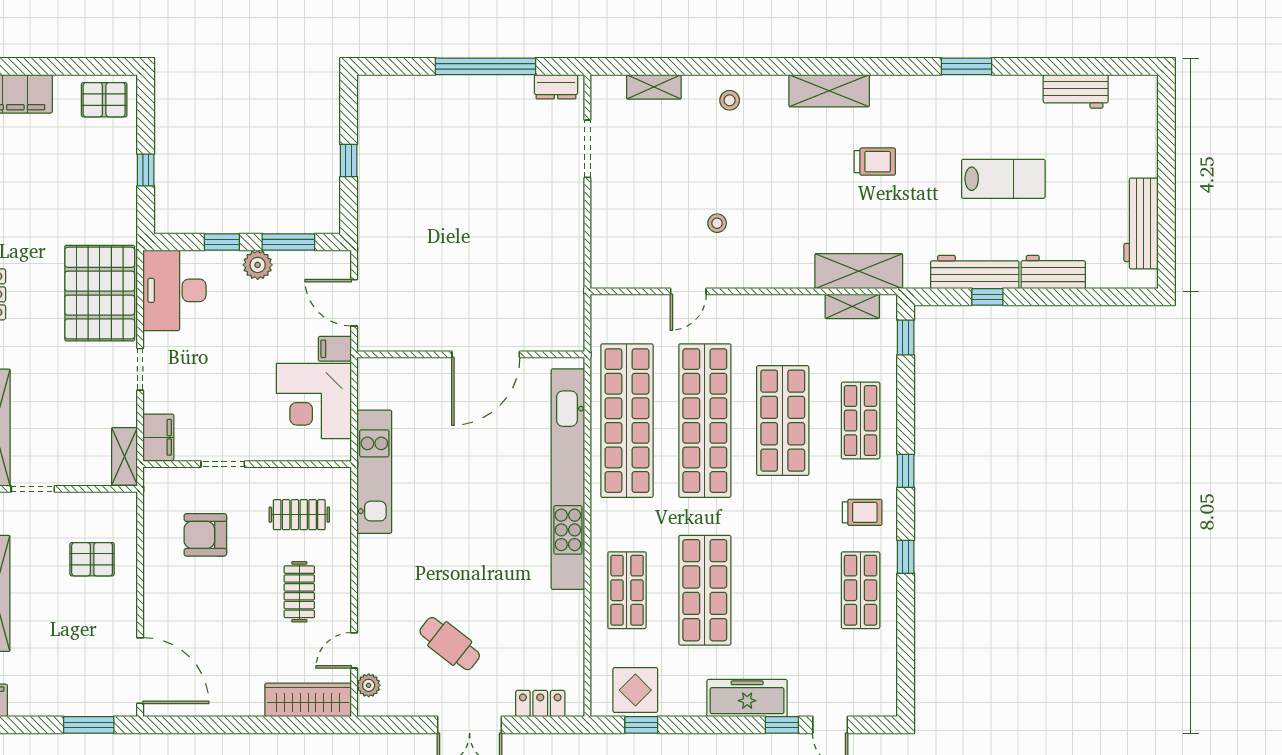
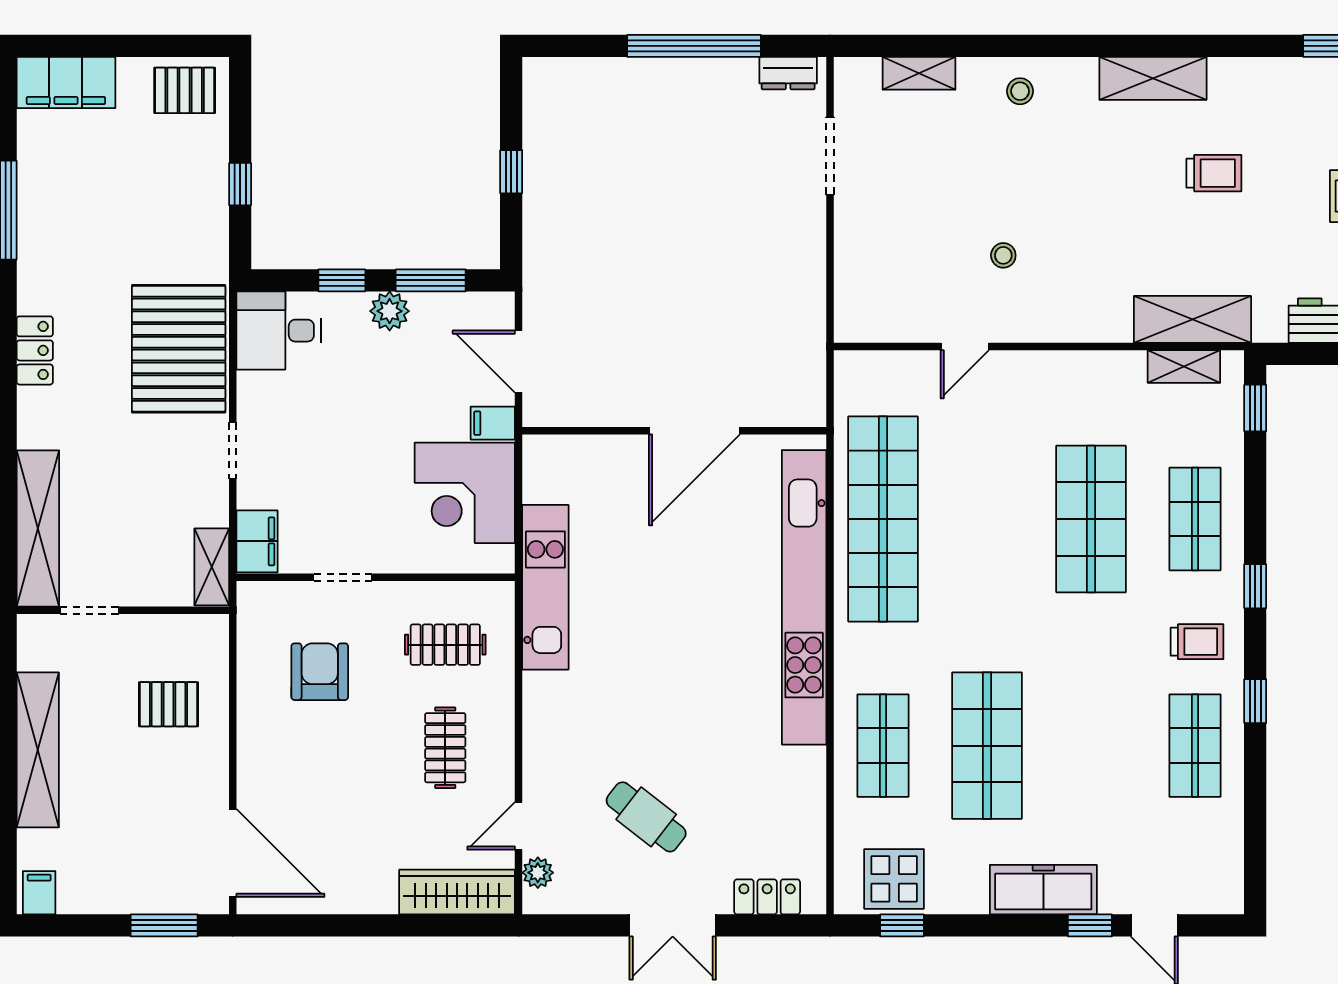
desk: (175, 290) -> (279, 331), width x0.73
shop shelf: (705, 421) -> (987, 519), removed
armchair: (205, 535) -> (320, 672), turned 90

